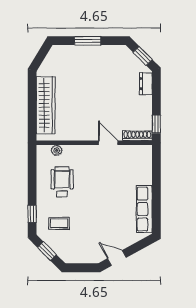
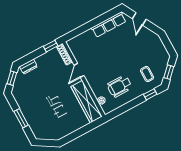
wardrobe: (46, 105) -> (86, 102), moved, turned -90
door: (117, 258) -> (139, 19), moved

